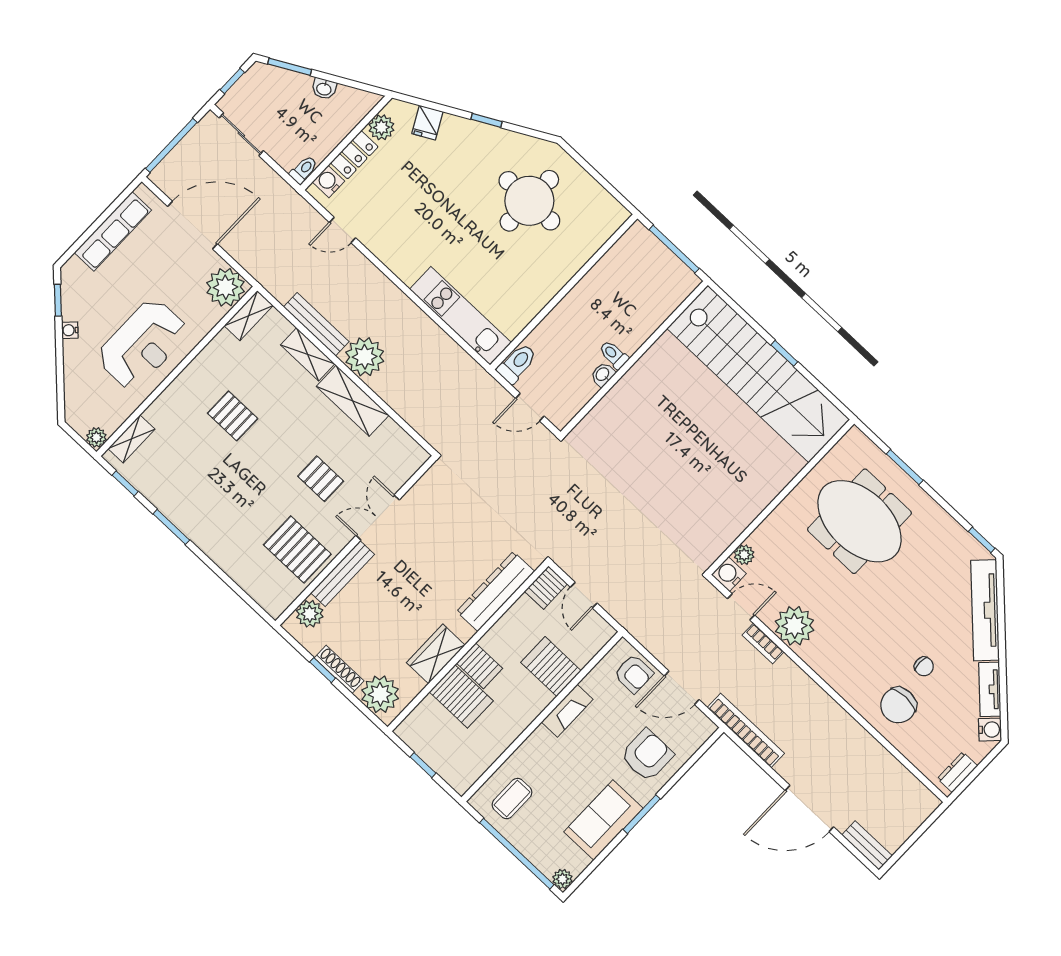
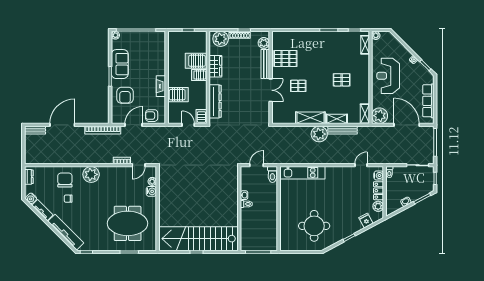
door: (193, 225) -> (407, 125), swing flipped
water cooler: (729, 574) -> (151, 191), moved
plant: (794, 626) -> (91, 174), moved
coffee table: (512, 799) -> (153, 45), removed

